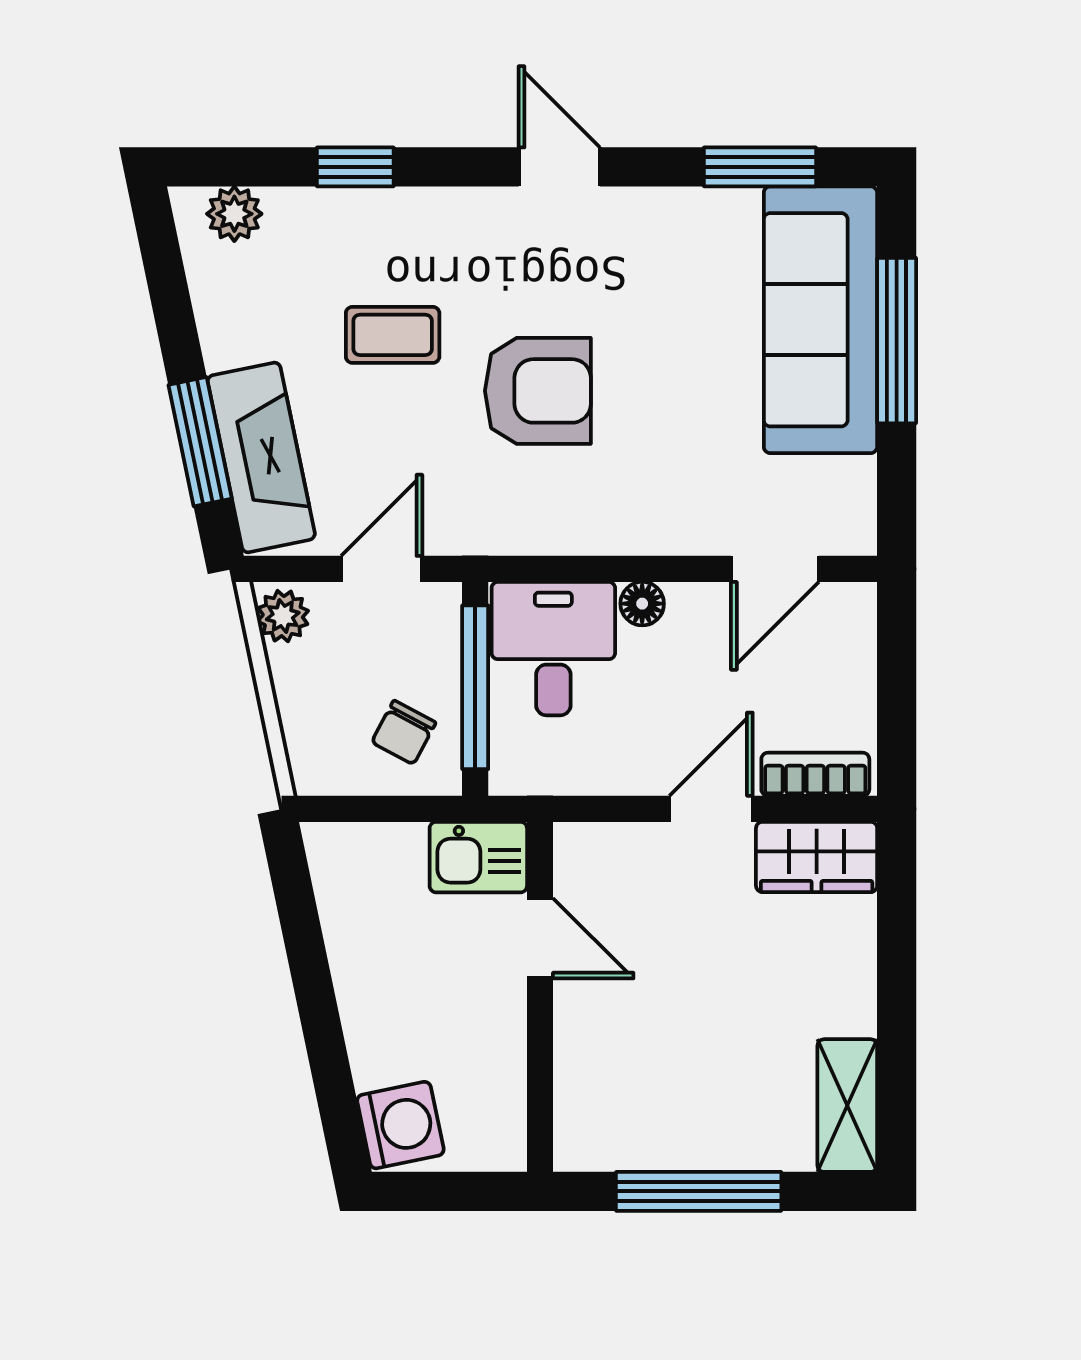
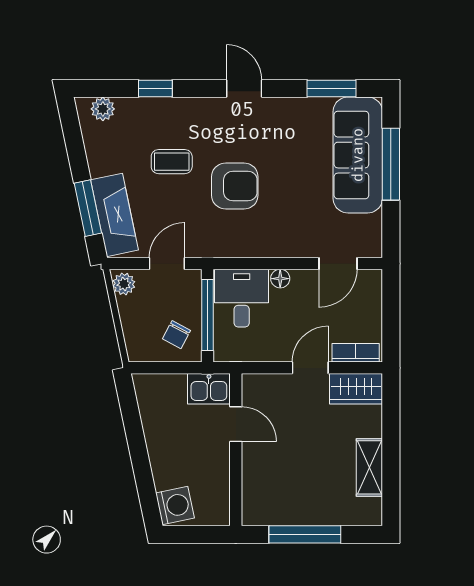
shelving: (847, 1106) -> (369, 467), moved

